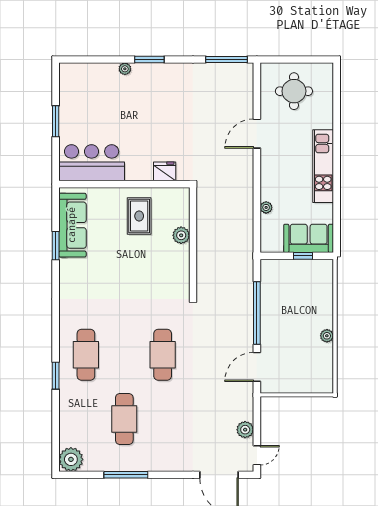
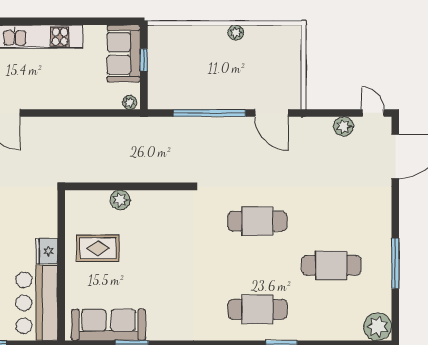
fridge: (165, 171) -> (47, 251), moved
plant: (266, 207) -> (130, 102), moved

